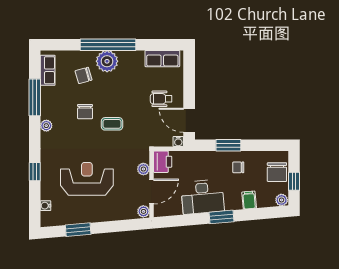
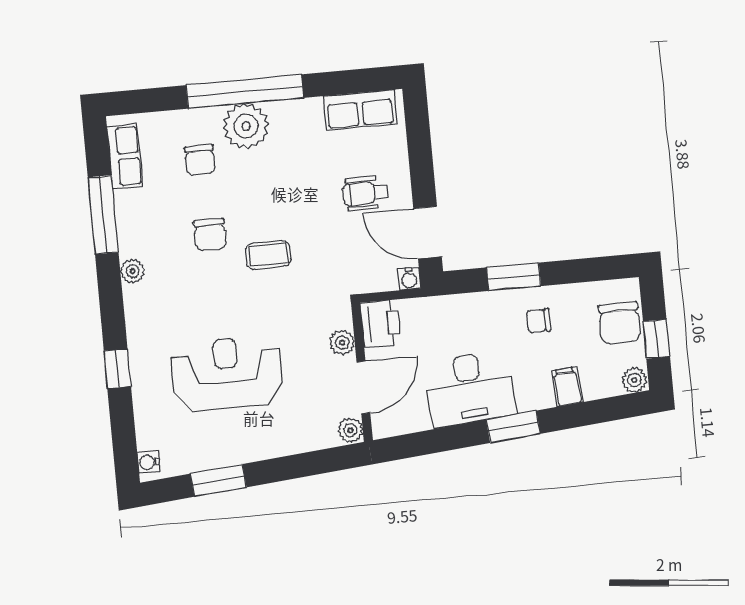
chair: (83, 75) -> (200, 160), turned -74
water cooler: (46, 206) -> (149, 462), moved

